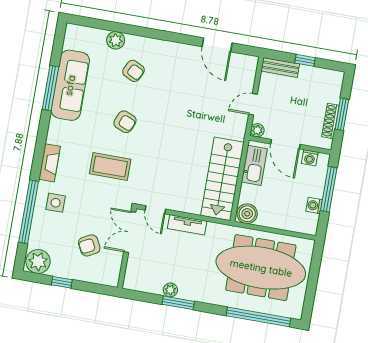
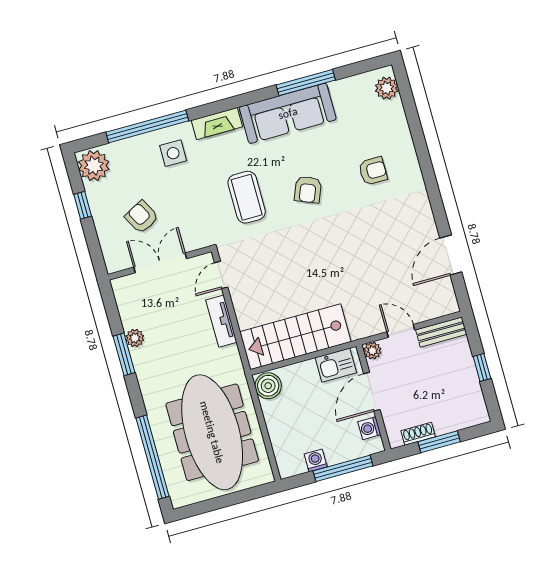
plant: (116, 40) -> (387, 88), moved
bench: (280, 67) -> (441, 332), moved, turned 90
armchair: (133, 71) -> (373, 171), turned -116
sofa: (70, 85) -> (288, 113), moved
shoe rack: (330, 121) -> (418, 434), width x0.70
kitchen sink: (254, 165) -> (336, 365), width x0.73
double door: (130, 232) -> (160, 263), moved

